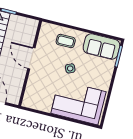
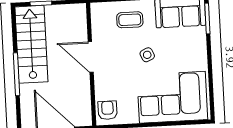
armchair: (32, 98) -> (108, 110), added

